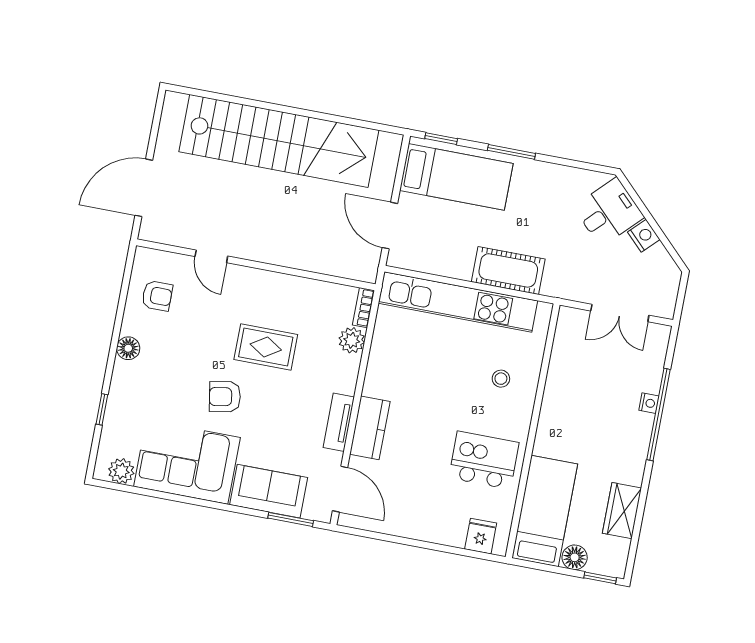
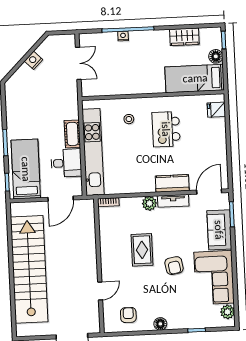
desk: (609, 212) -> (66, 163), moved, turned 135
cot: (508, 270) -> (72, 134), width x0.73, depth x0.75
plant: (352, 340) -> (149, 203), moved
kitchen island: (484, 460) -> (166, 129), moved

